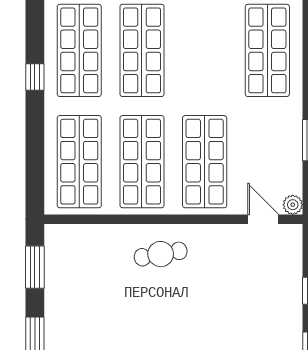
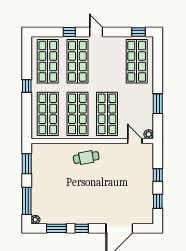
window: (35, 77) -> (27, 86), moved

